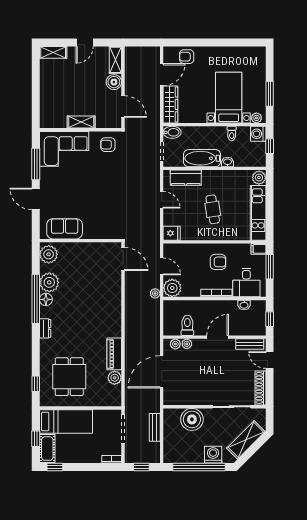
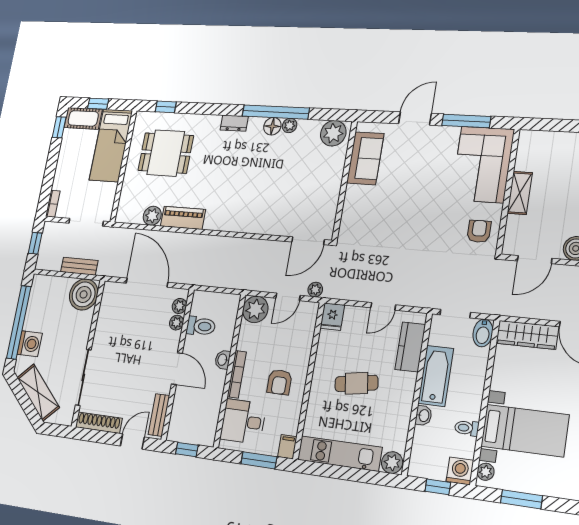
plant: (49, 282) -> (289, 125), width x0.53, depth x0.53
plant: (155, 293) -> (315, 290), moved
washbasin: (244, 305) -> (223, 360), moved
boiler: (192, 419) -> (84, 294), moved

